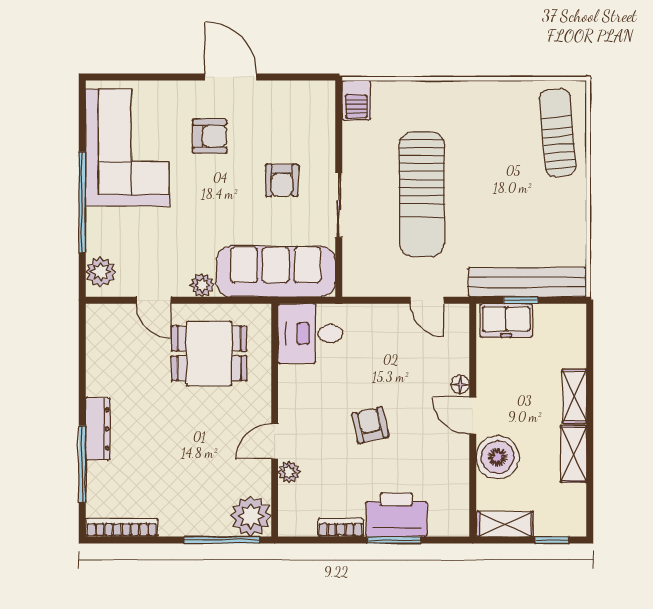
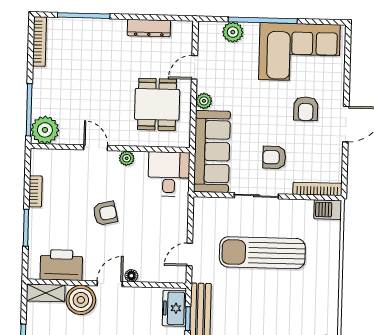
bookcase: (326, 116) -> (317, 189), added
plant: (101, 272) -> (233, 32), moved
dresser: (98, 429) -> (149, 28), moved
plant: (289, 472) -> (127, 158), moved
printer: (396, 515) -> (61, 265), moved, turned -90
shelving: (505, 524) -> (46, 293), moved, turned 90

